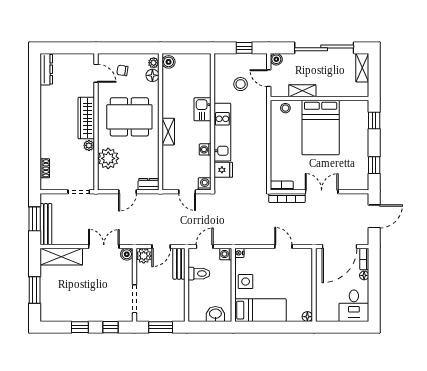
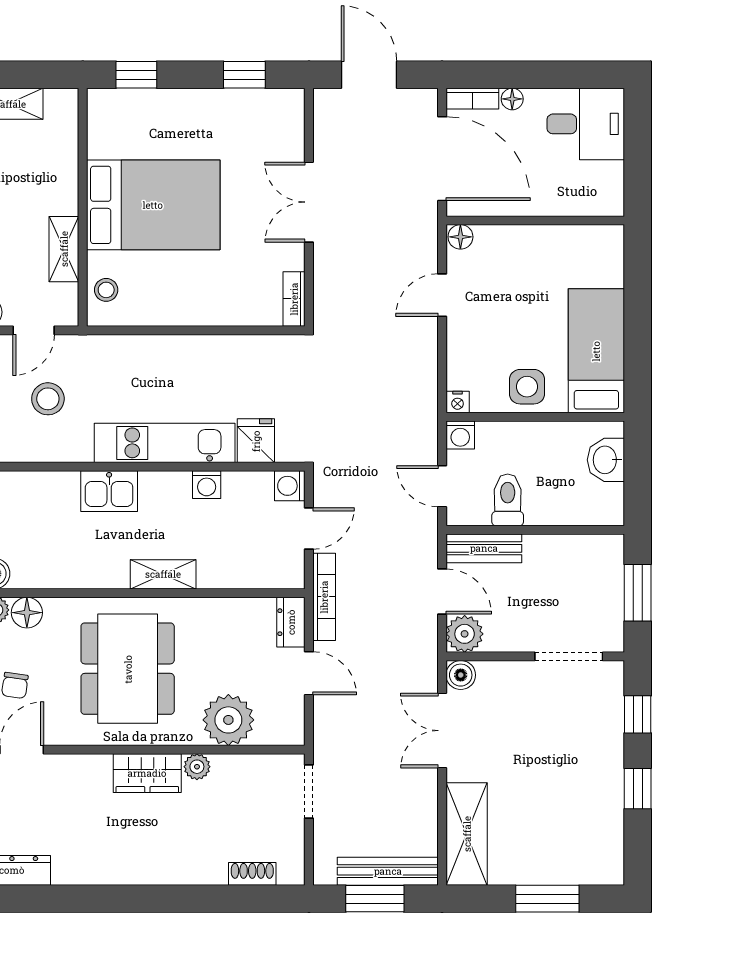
wardrobe: (86, 118) -> (147, 773), width x0.67
bookcase: (287, 198) -> (324, 597), moved
floor lamp: (307, 317) -> (460, 237), moved

